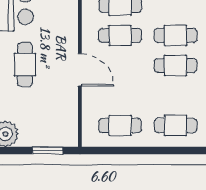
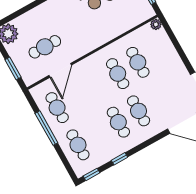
cafe table: (25, 65) -> (45, 47), moved
door: (80, 70) -> (60, 70), moved
window: (136, 151) -> (46, 128), added

